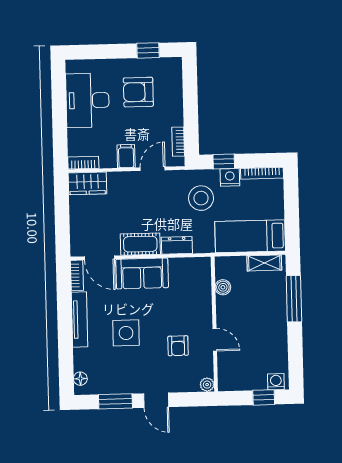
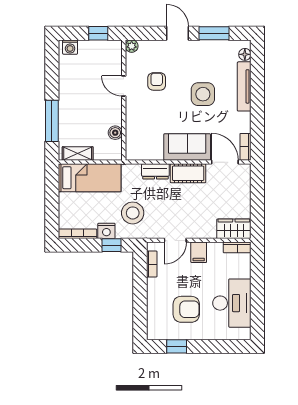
tv unit: (79, 319) -> (244, 86), moved
window: (264, 397) -> (98, 33), moved

